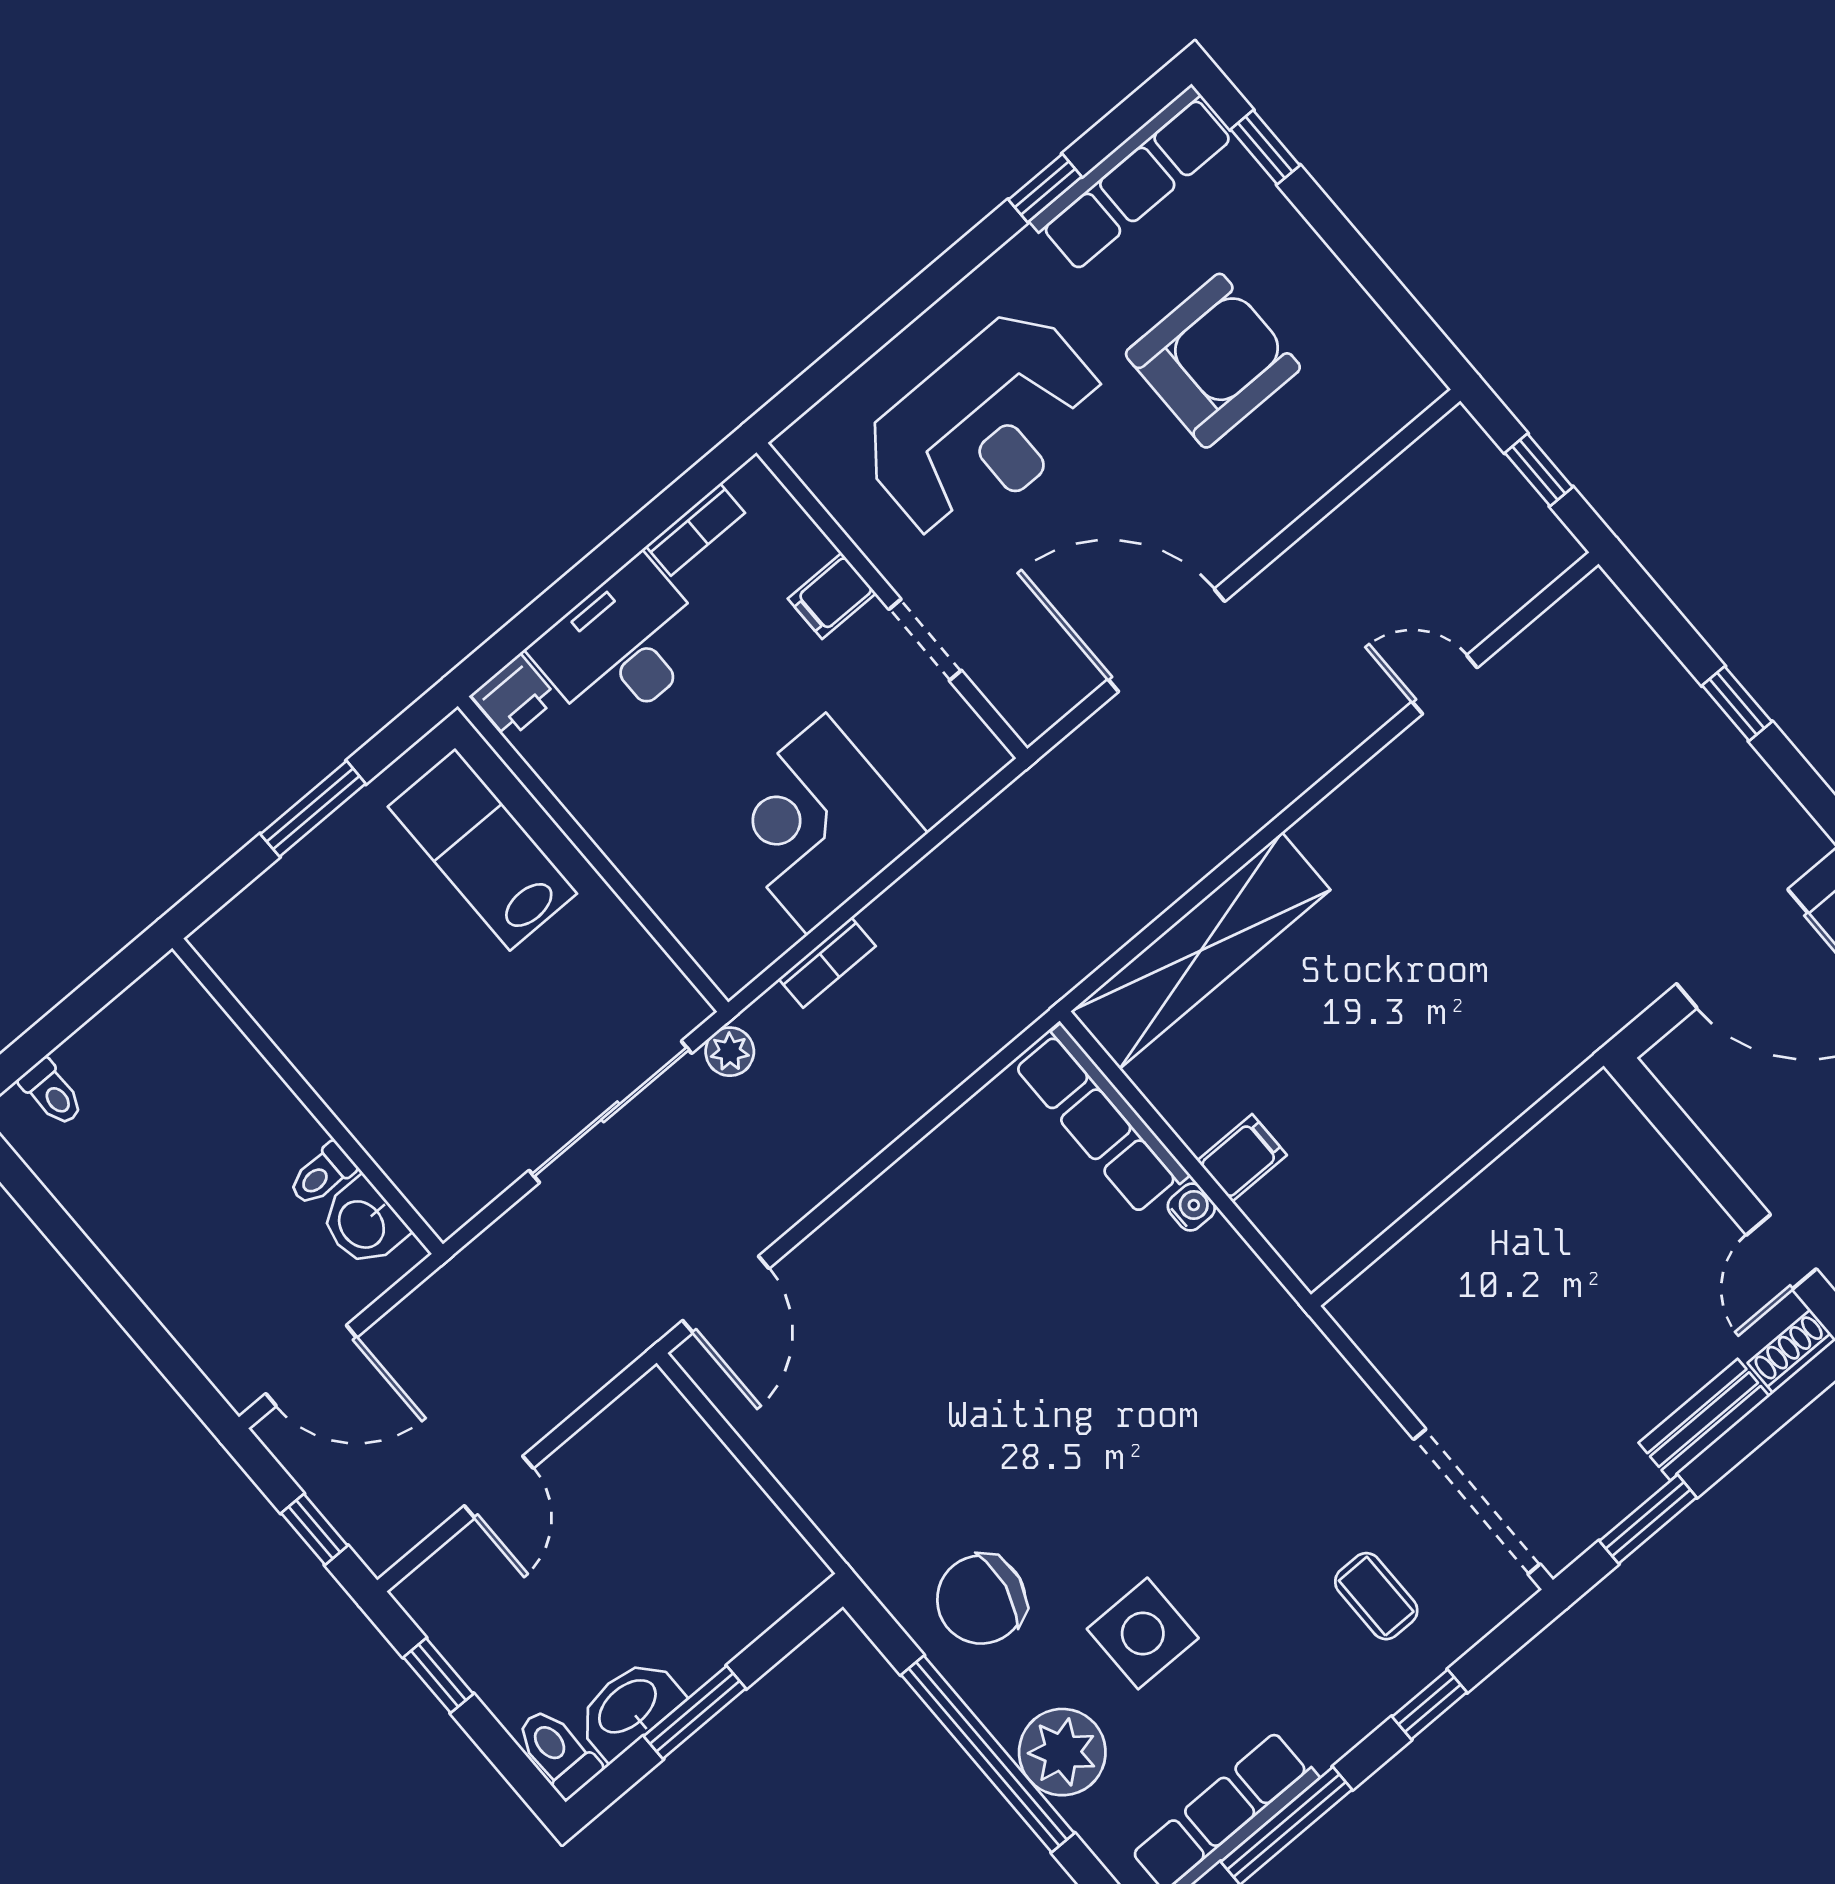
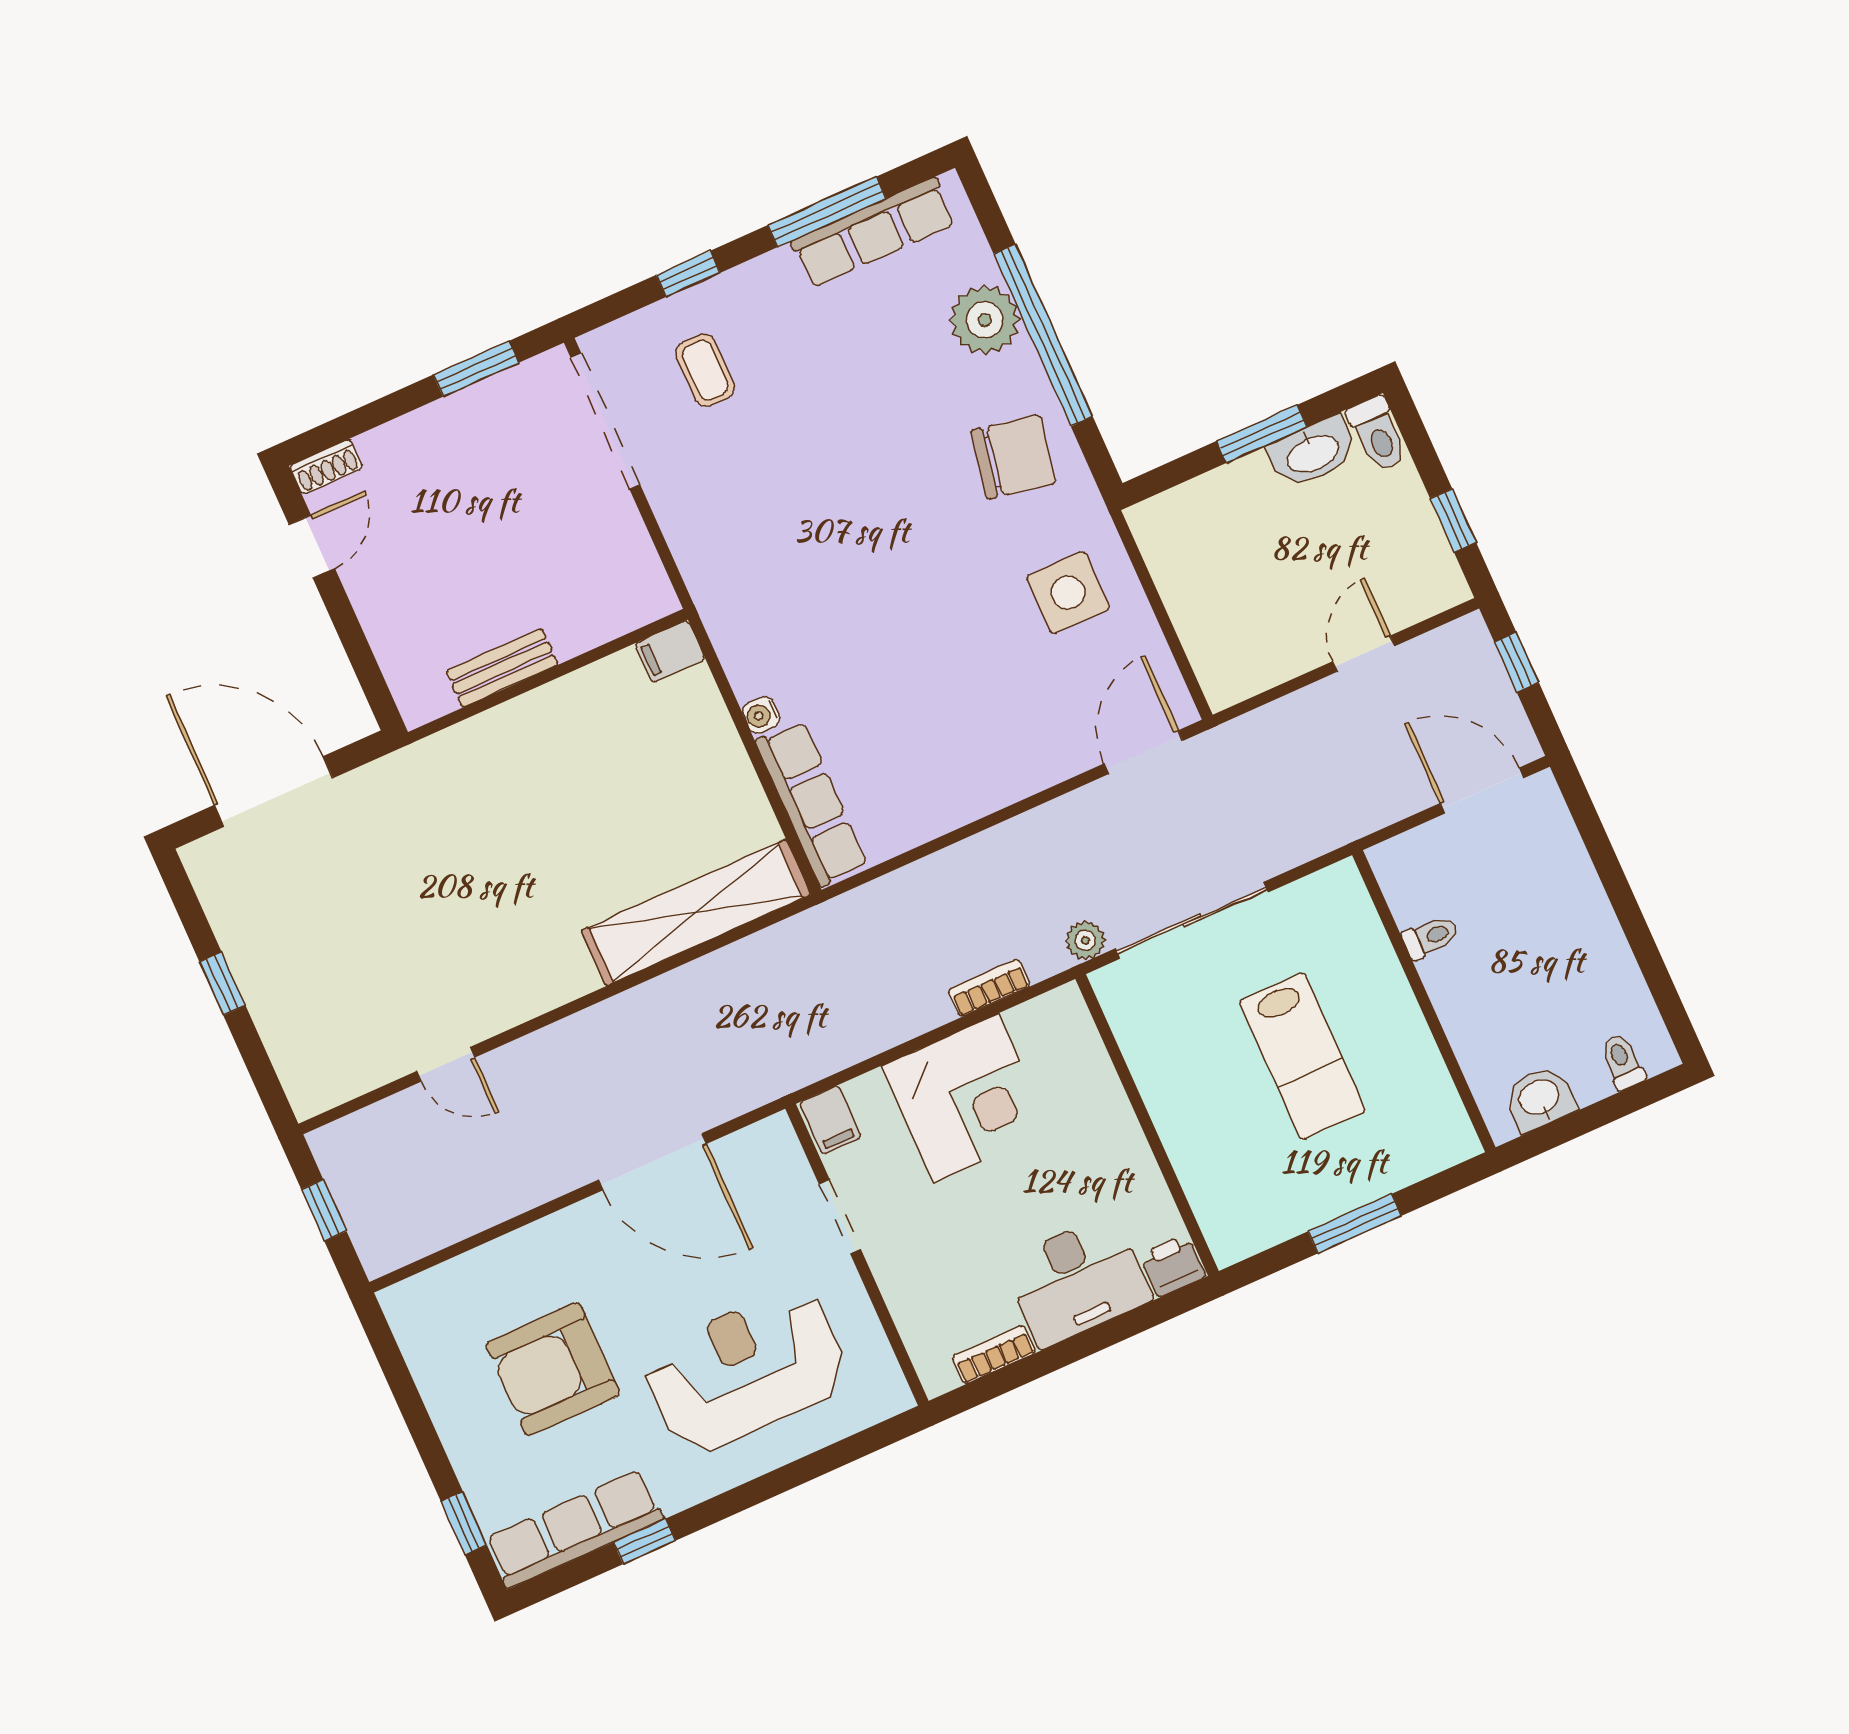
filing cabinet: (832, 596) -> (830, 1120), moved, turned 90
lab bench: (482, 850) -> (1302, 1056), moved
filing cabinet: (1242, 1158) -> (670, 651), moved
washbasin: (363, 1223) -> (1540, 1099), moved, turned -90
bench: (1704, 1420) -> (502, 668), moved
side table: (1143, 1633) -> (1068, 593), moved

